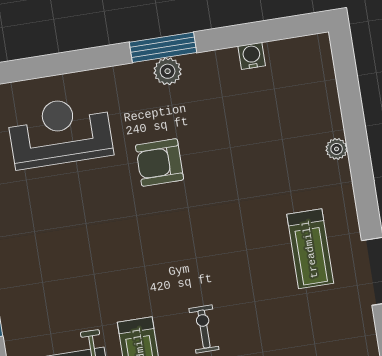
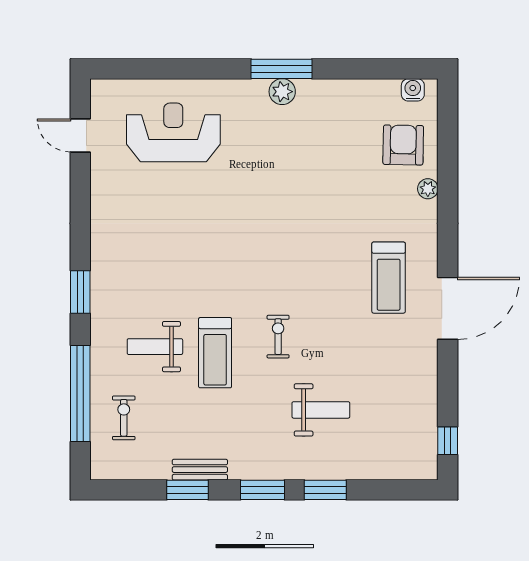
water cooler: (252, 56) -> (413, 90), moved
armchair: (160, 162) -> (403, 145), moved, turned 91

